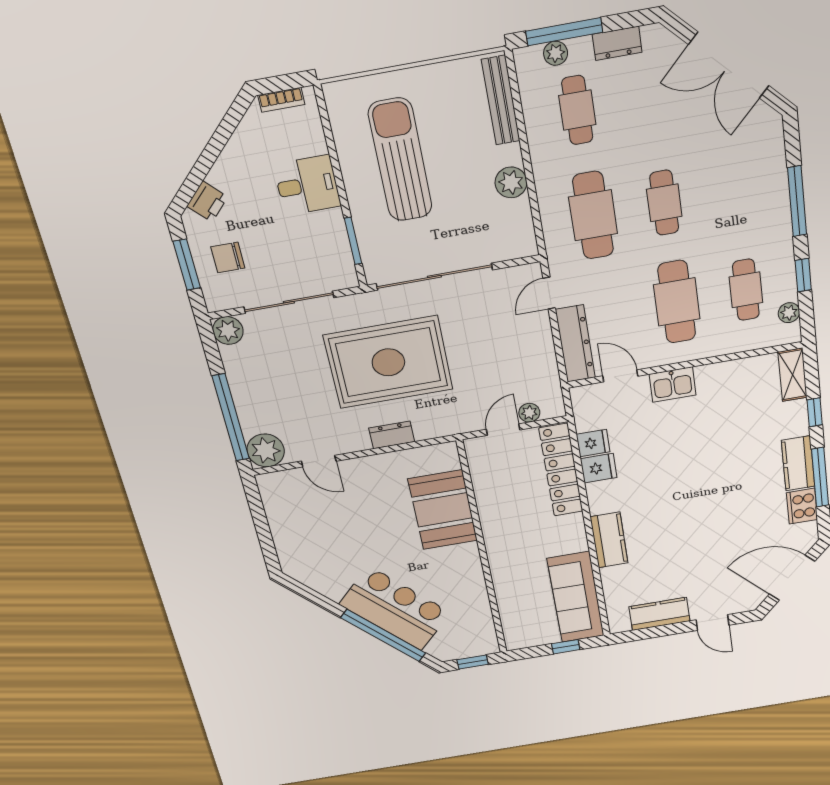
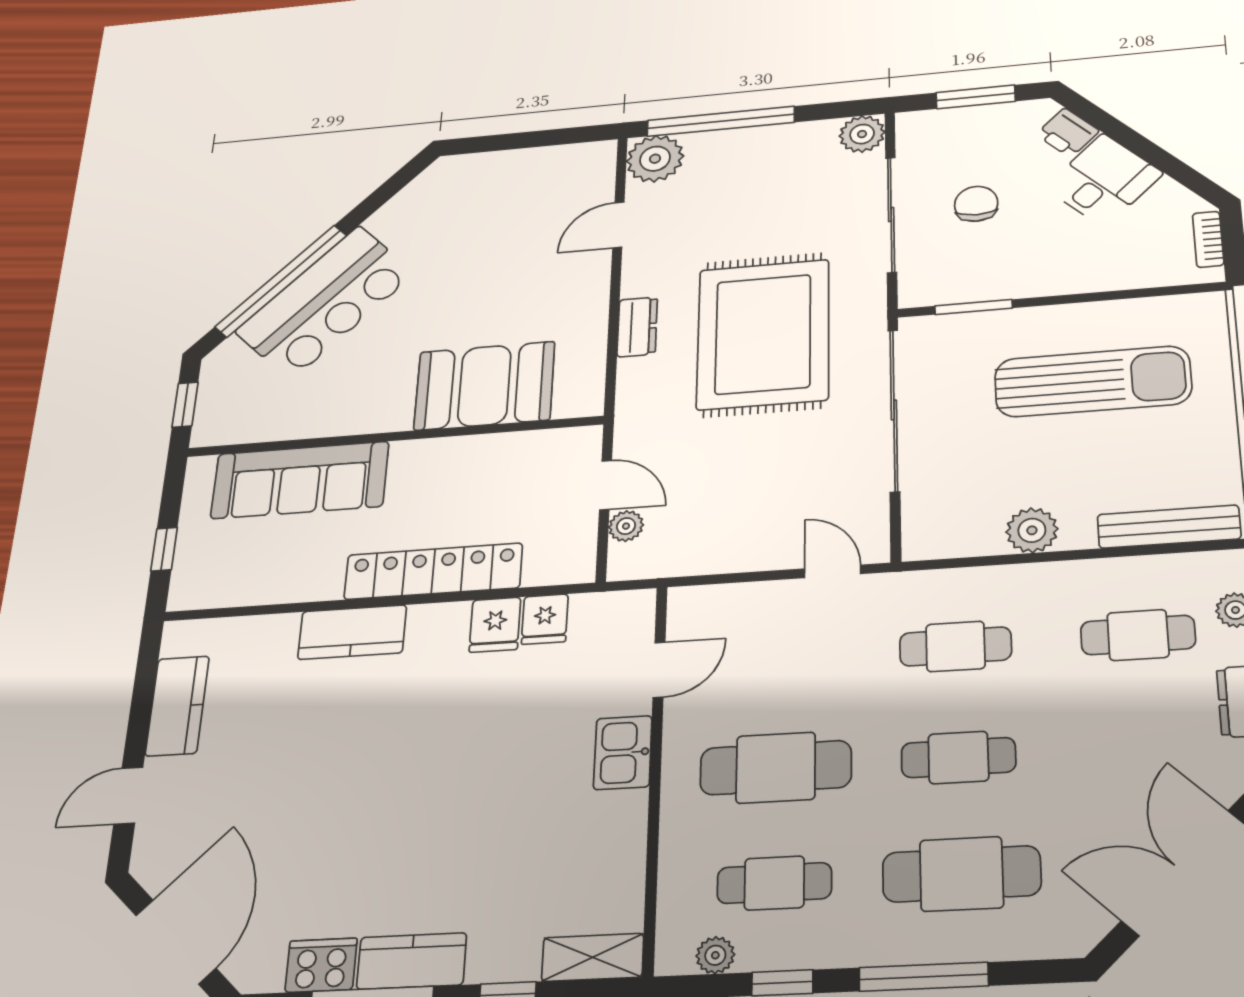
desk: (307, 185) -> (1104, 180), moved, turned -135
cafe table: (736, 190) -> (961, 874), added
cafe table: (593, 215) -> (955, 646), width x0.73, depth x0.74
chair: (228, 257) -> (976, 204), moved
dresser: (575, 344) -> (734, 604), removed
locker: (561, 470) -> (433, 571), moved
sofa: (576, 597) -> (300, 480), moved, turned 180

